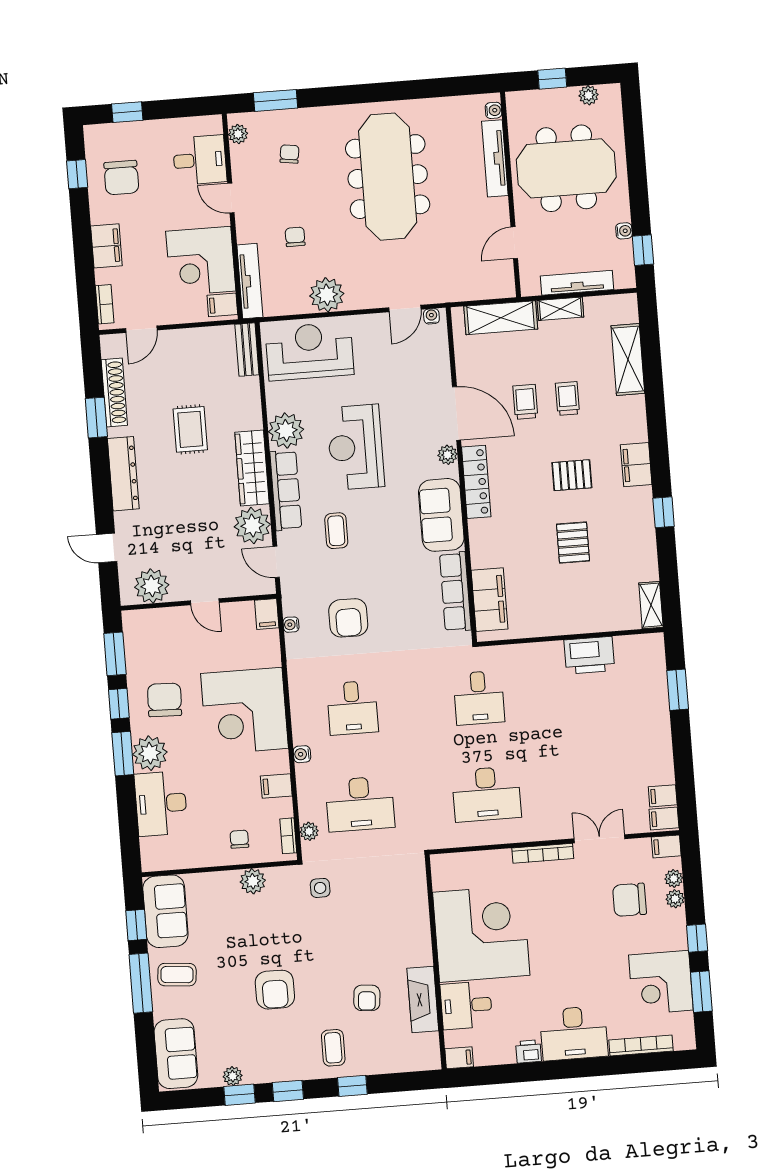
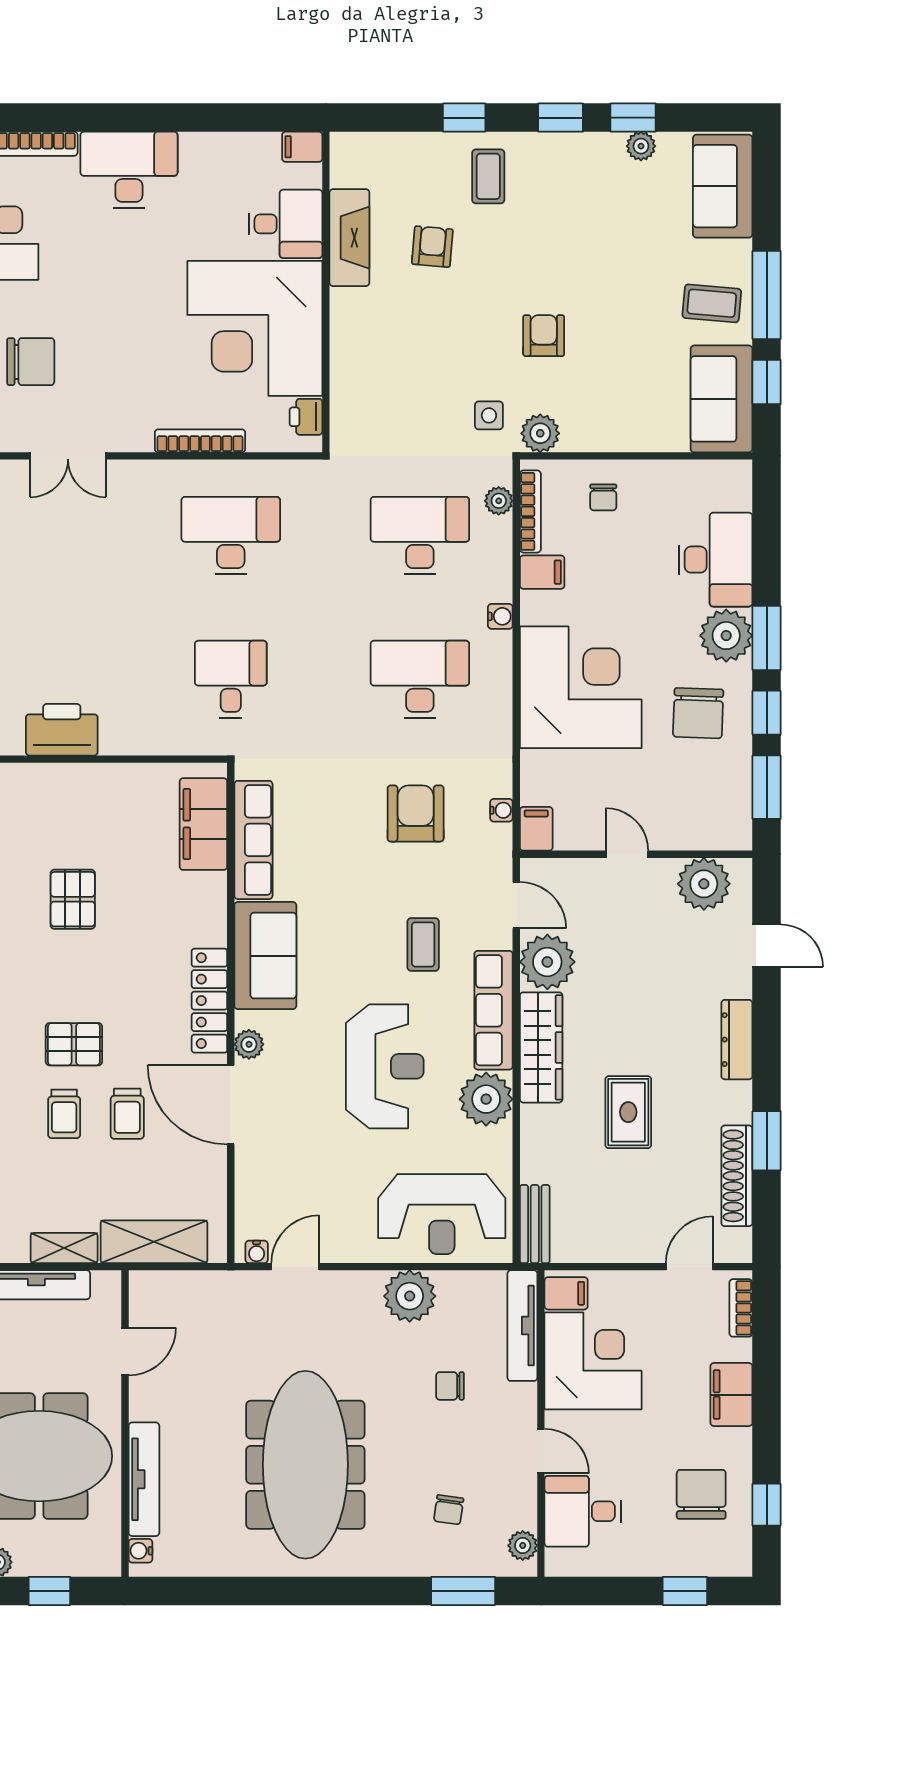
chair: (295, 237) -> (450, 1386), turned 90
dresser: (123, 474) -> (737, 1040), width x0.73, depth x0.80
pallet: (572, 475) -> (74, 1044), moved
desk: (352, 708) -> (420, 679), width x1.37
bookcase: (288, 836) -> (530, 511), width x1.56
bookcase: (543, 853) -> (200, 441), moved
plant: (253, 881) -> (540, 433), moved
armchair: (275, 990) -> (544, 336), moved, width x0.72, depth x0.72
printer: (529, 1051) -> (306, 417), moved, turned 90

